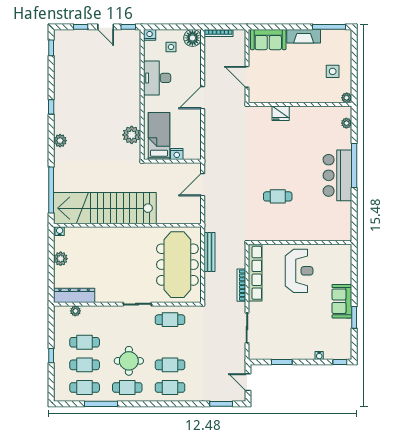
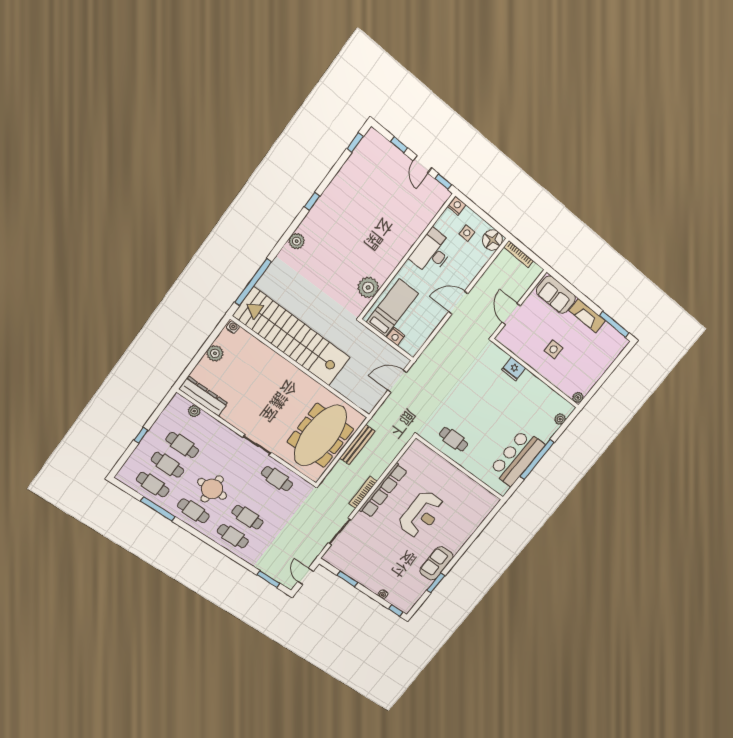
side table: (333, 71) -> (554, 349), moved
wall: (300, 243) -> (460, 468), moved

